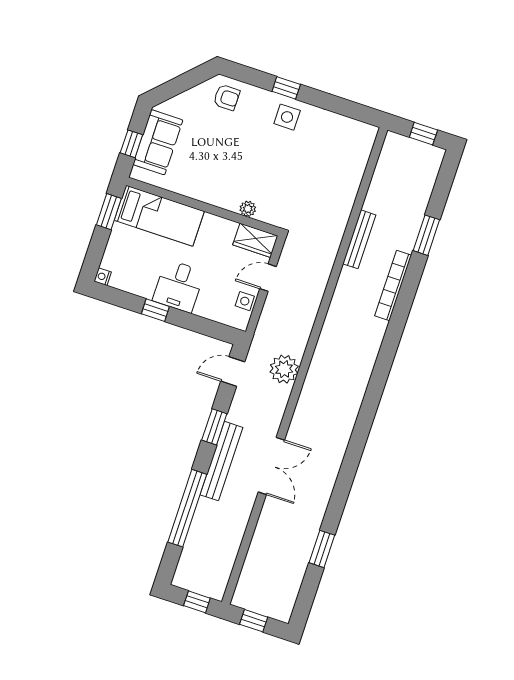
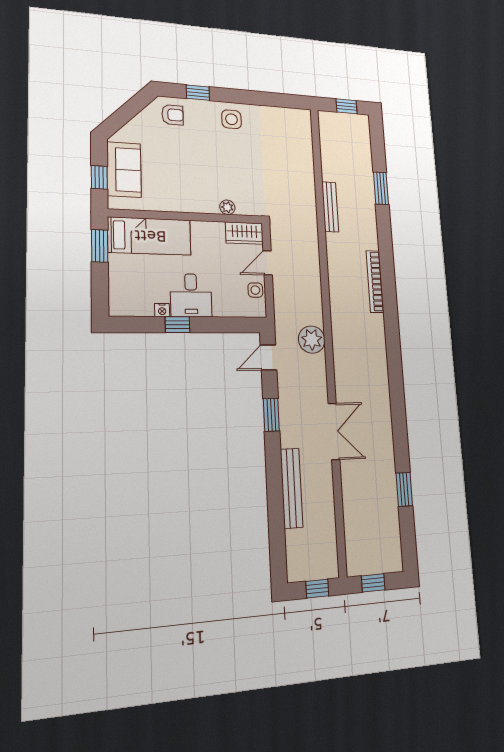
window: (286, 88) -> (198, 93), moved
nightstand: (103, 277) -> (162, 310), moved, turned -90
bookcase: (393, 285) -> (375, 281), moved
bench: (221, 461) -> (292, 488), moved
window: (187, 508) -> (275, 502), removed

